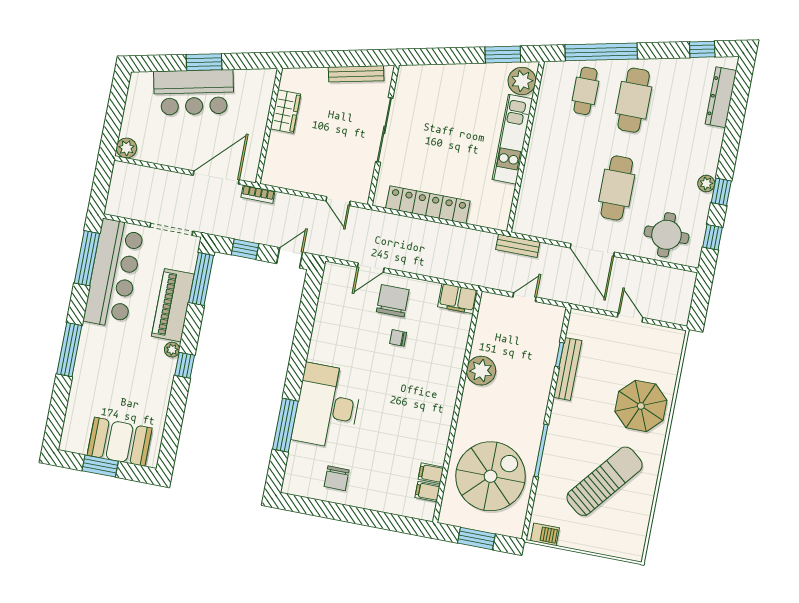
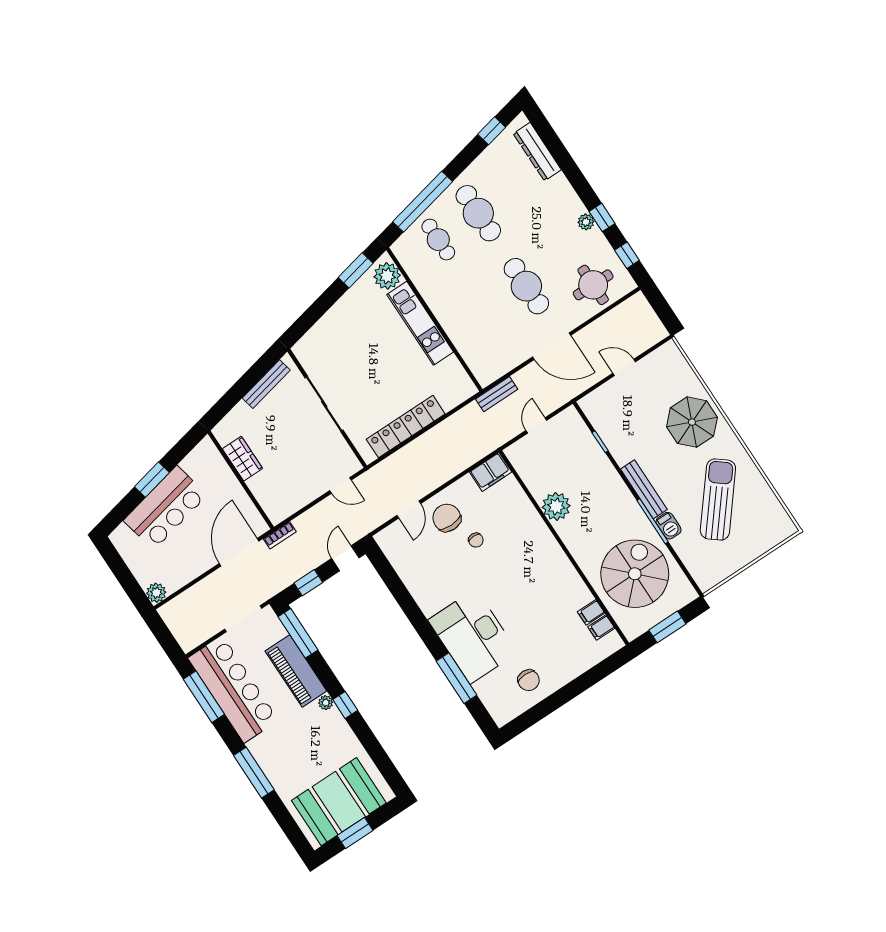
chair: (398, 338) -> (476, 540), turned -90
bench: (568, 369) -> (644, 489), moved
booth: (120, 442) -> (339, 802), width x1.36, depth x1.42
barbecue: (545, 534) -> (669, 526), moved, turned 90

